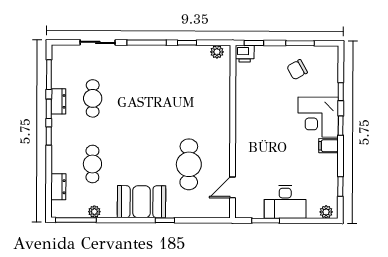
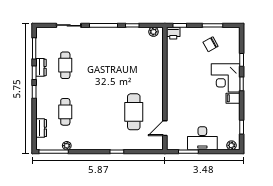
booth: (142, 202) -> (100, 139), removed

